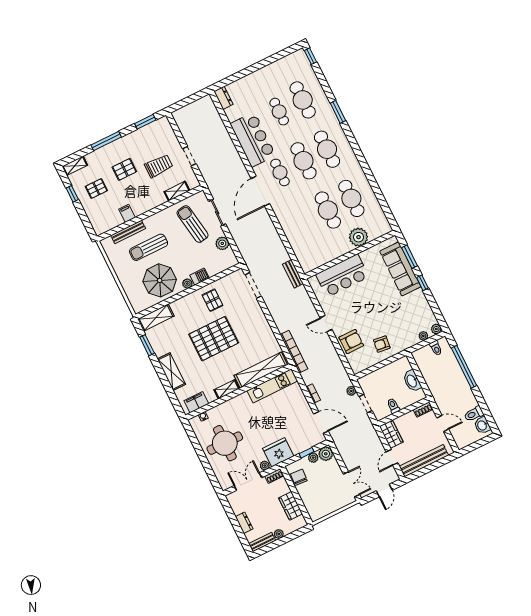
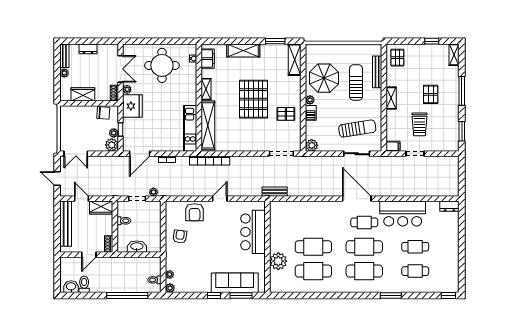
cafe table: (303, 100) -> (415, 271), width x0.73, depth x0.74
pallet: (96, 188) -> (397, 58), moved
shelving: (177, 191) -> (391, 98), moved
filing cabinet: (127, 213) -> (393, 146), moved
plant: (222, 243) -> (312, 145), moved

